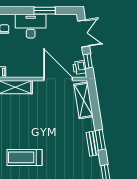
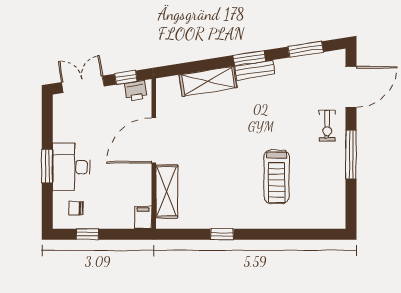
window: (45, 11) -> (47, 166), moved
door: (58, 79) -> (154, 141), moved
shelving: (83, 100) -> (208, 81), moved

